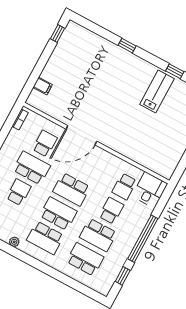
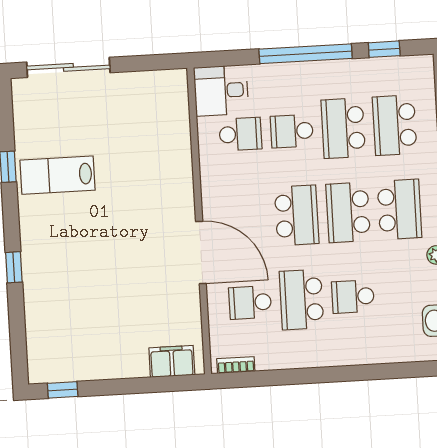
filing cabinet: (43, 86) -> (172, 361), width x2.00
school desk: (98, 235) -> (343, 128), turned 180

